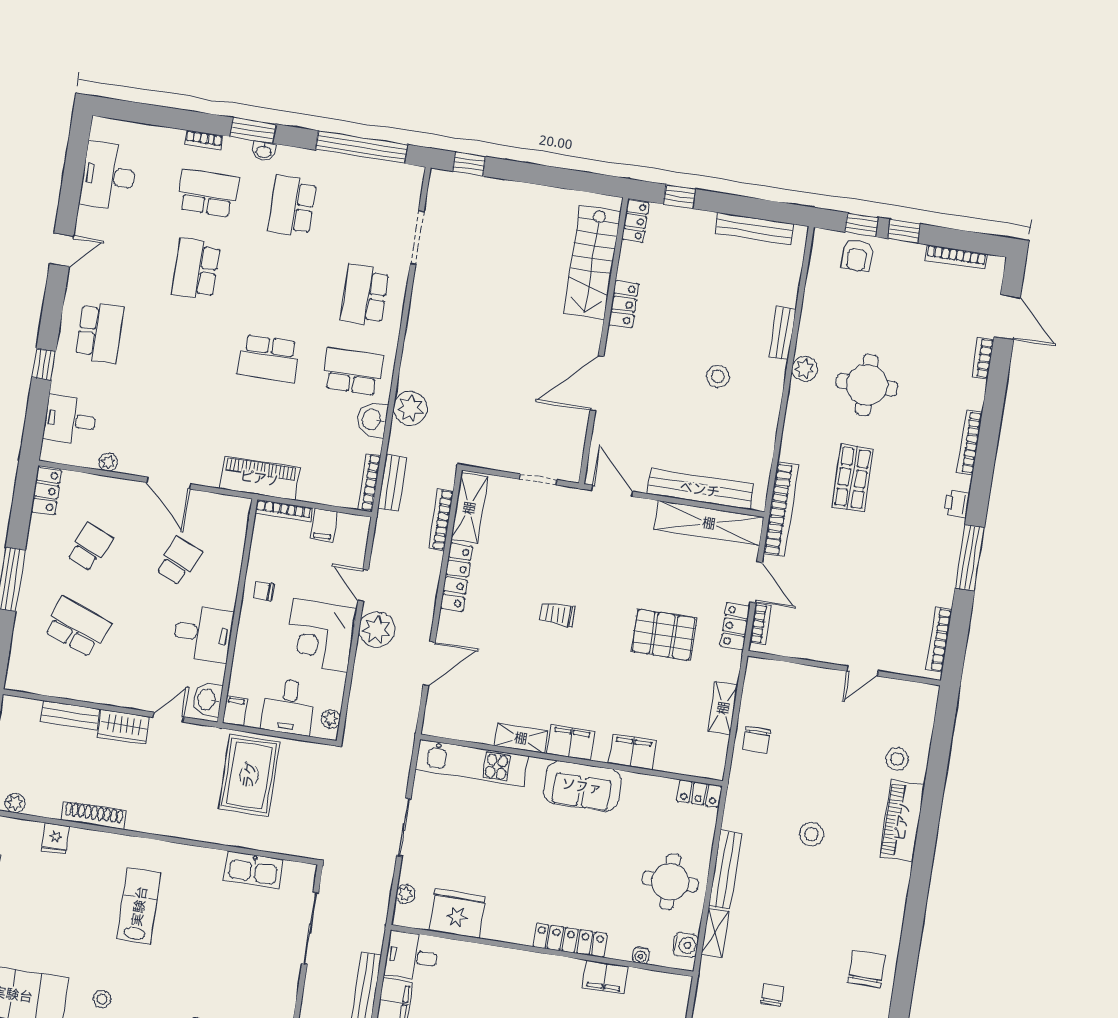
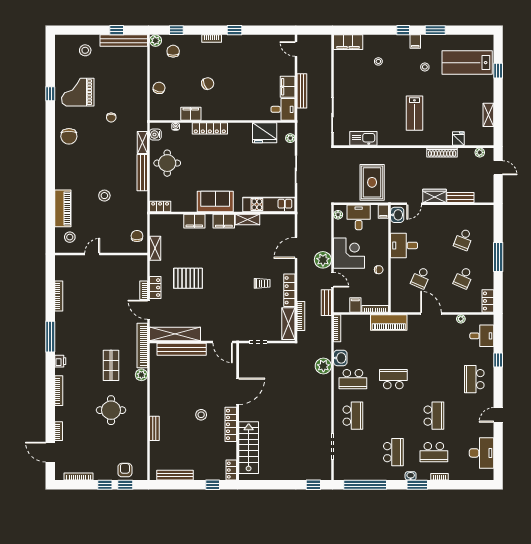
locker: (624, 304) -> (231, 424), width x1.53
plant: (804, 369) -> (141, 375), moved
stool: (718, 376) -> (201, 415), moved
bench: (392, 482) -> (326, 303), moved
trolley: (557, 615) -> (262, 283), moved
school desk: (77, 627) -> (463, 239), width x0.54
wall: (844, 668) -> (101, 254), moved
door: (863, 671) -> (92, 254), moved

